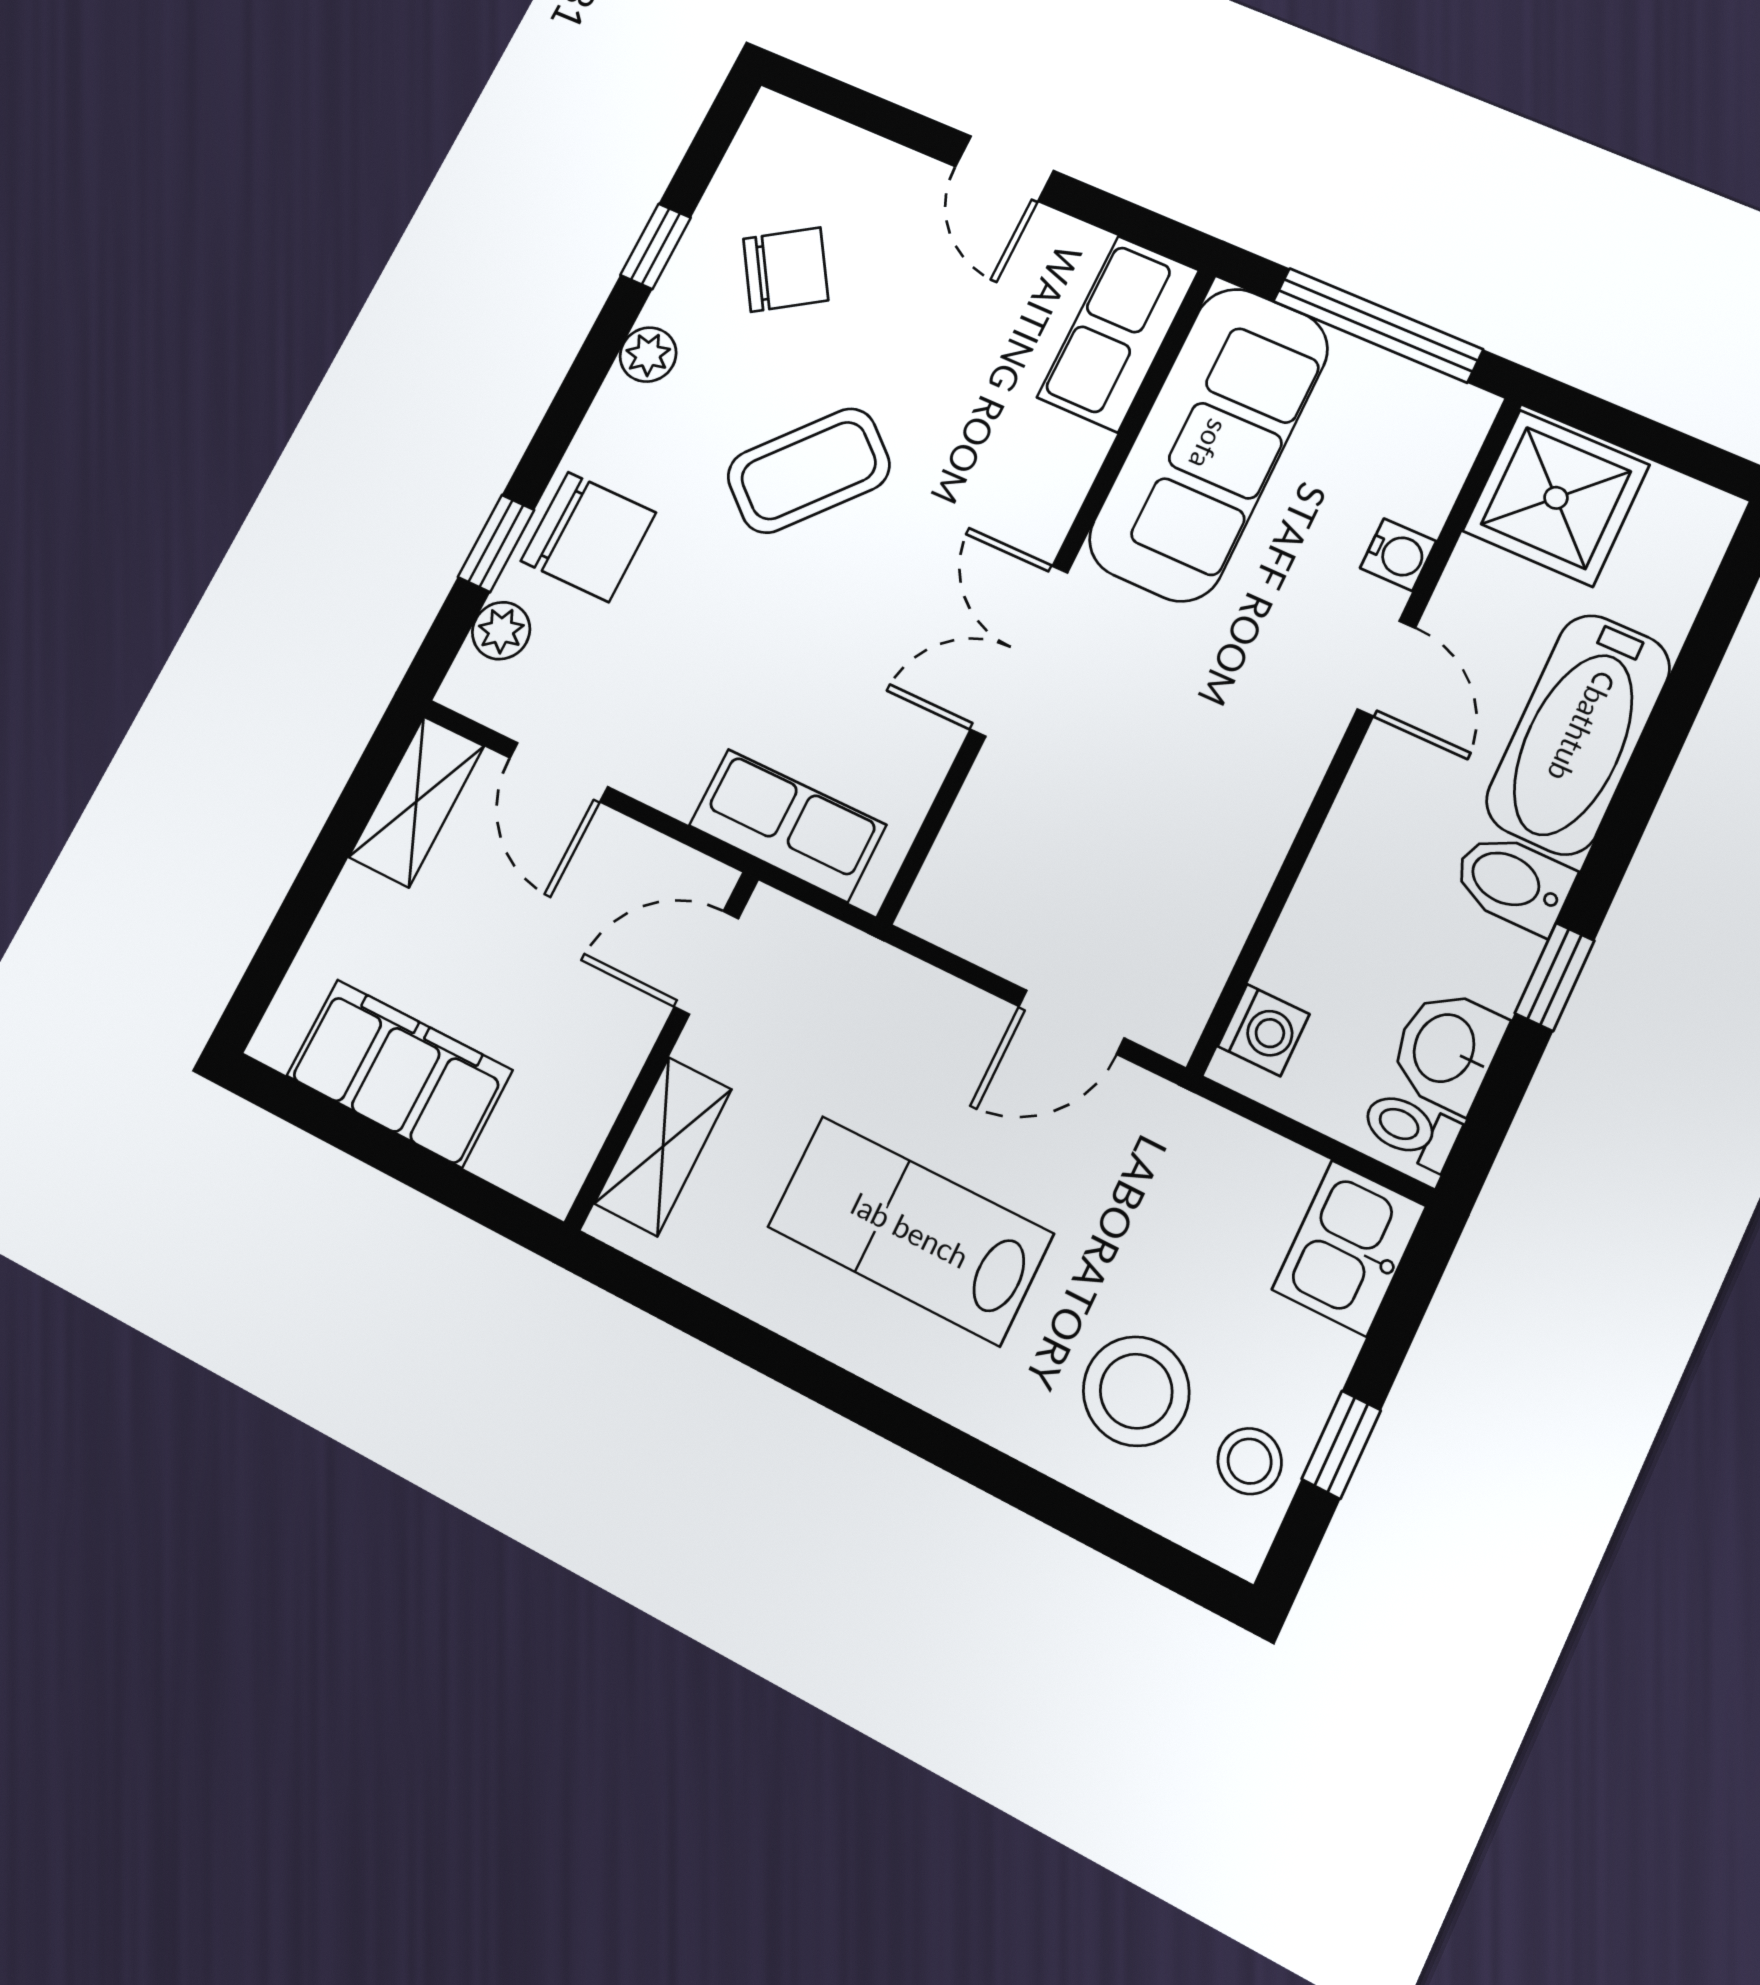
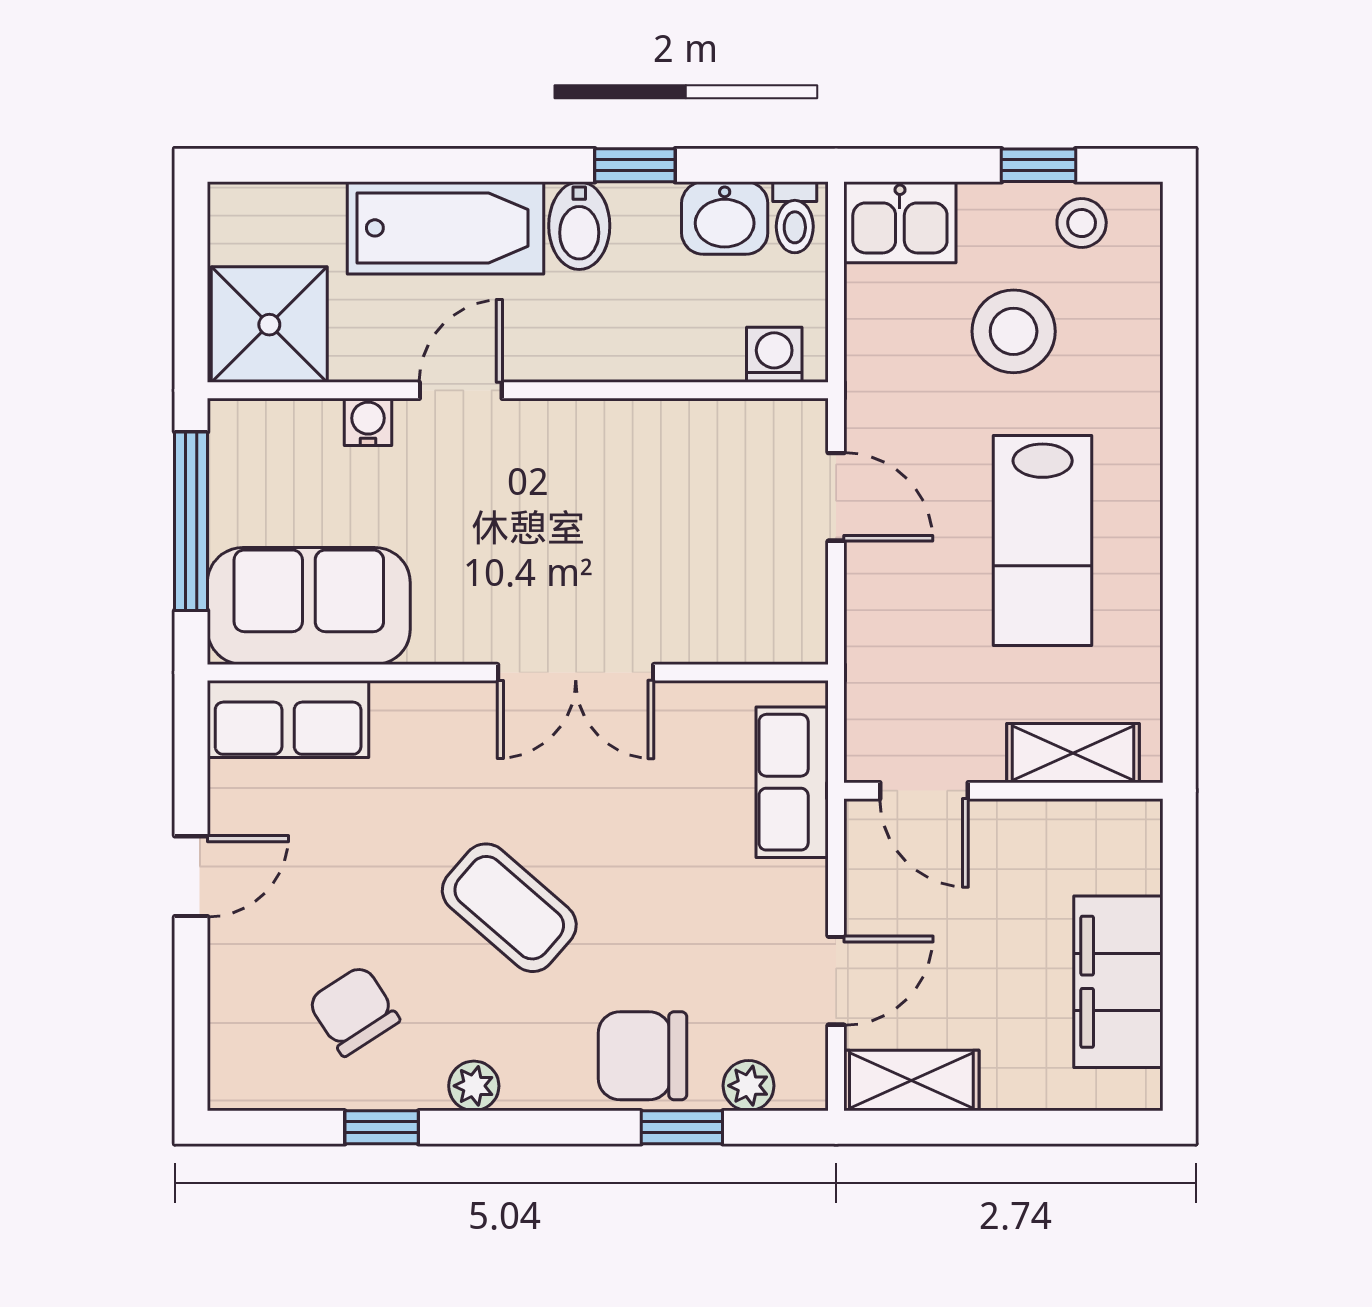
sofa: (1209, 444) -> (309, 606), width x0.73
chair: (588, 537) -> (642, 1056), turned -90
stool: (1136, 1391) -> (1014, 331), moved

